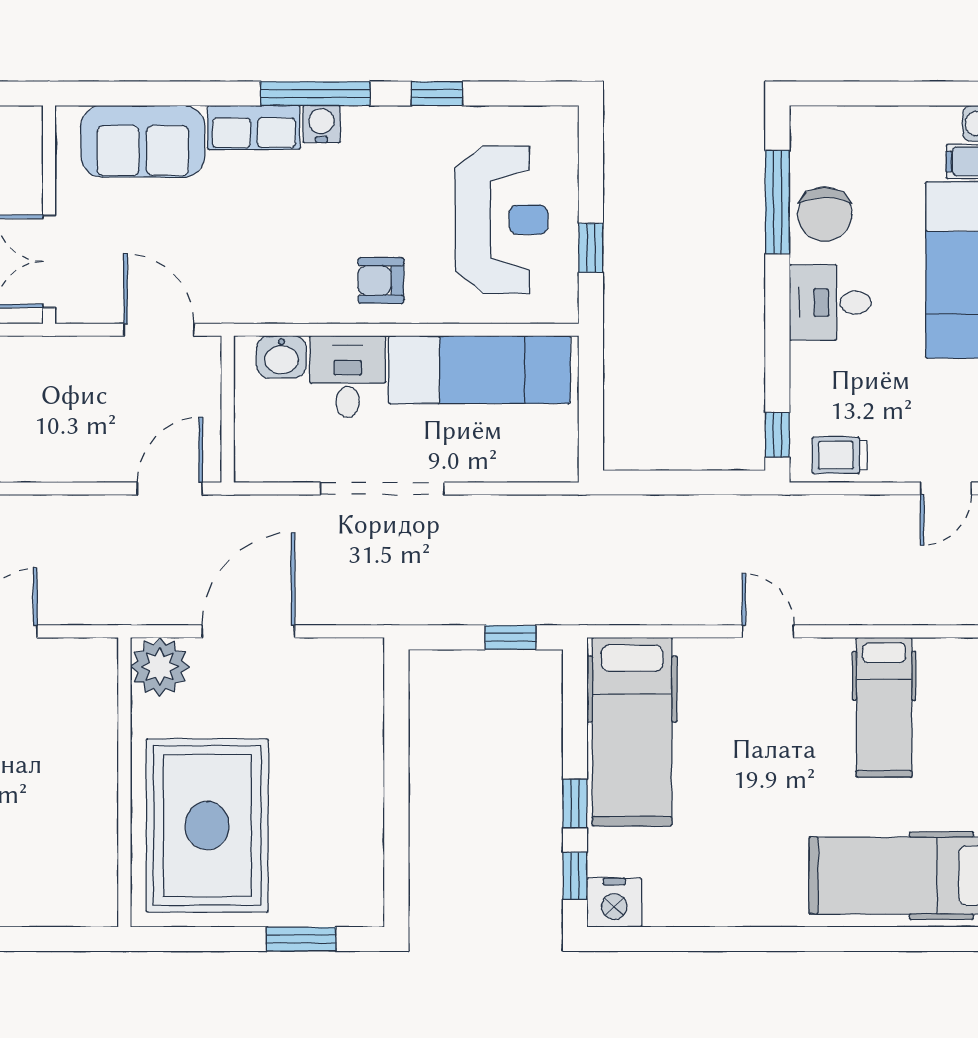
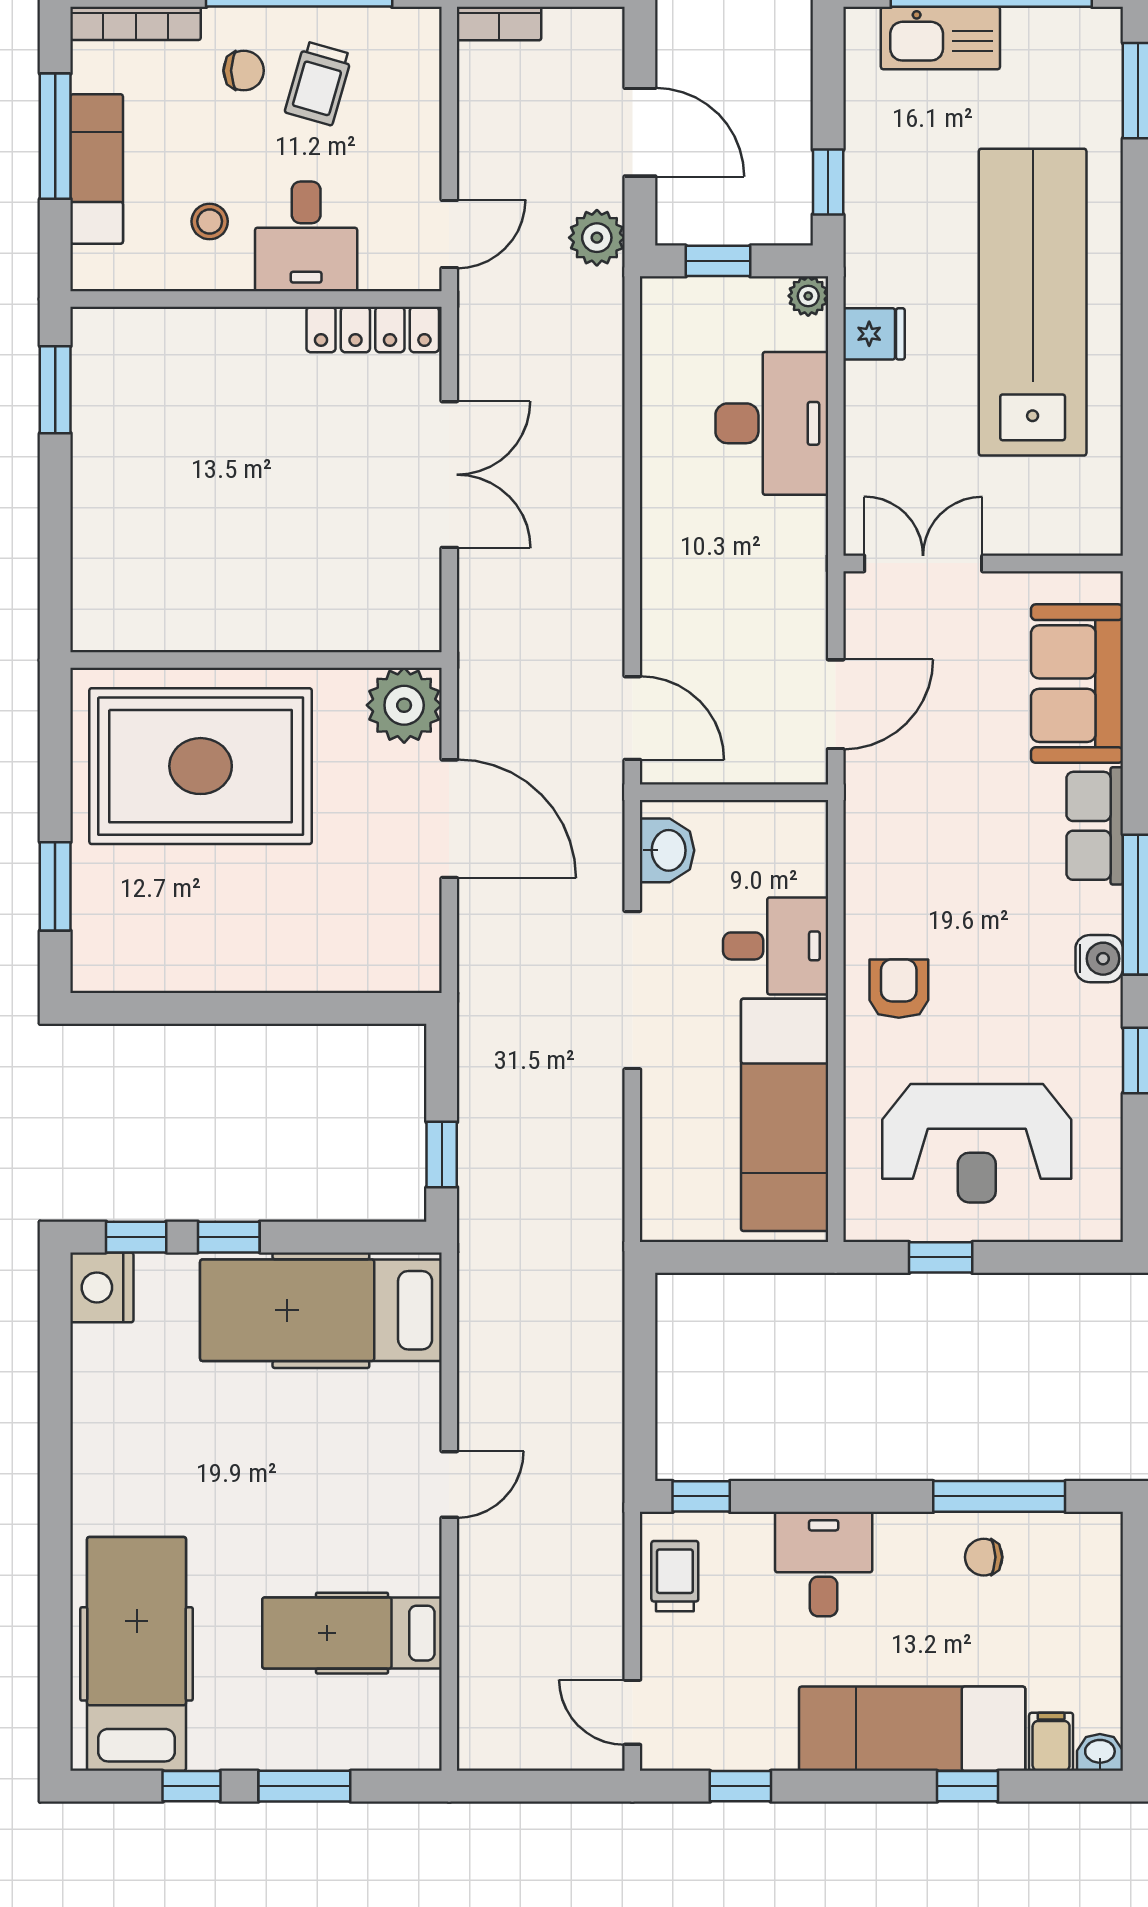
water cooler: (322, 124) -> (1099, 959), moved
chair: (825, 214) -> (984, 1557), width x0.54, depth x0.54
desk: (830, 303) -> (824, 1564), moved
washbasin: (282, 357) -> (667, 850), moved, turned 180

